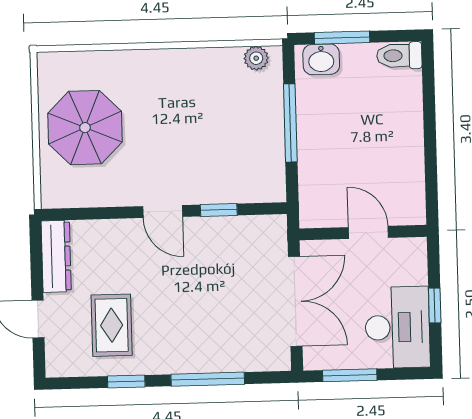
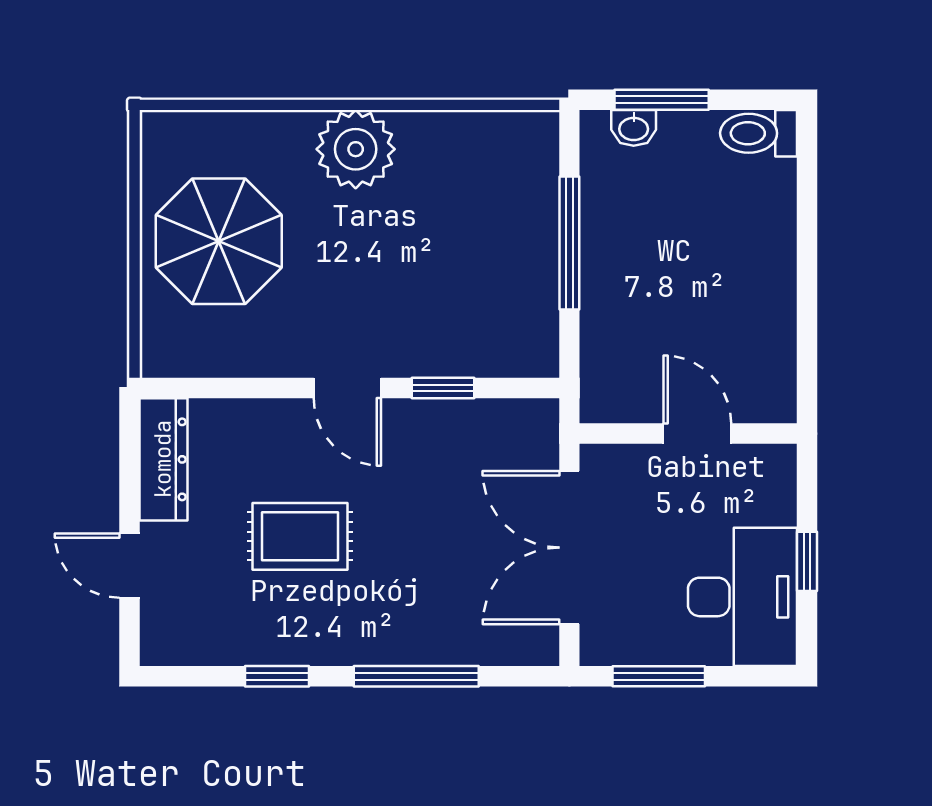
plant: (256, 58) -> (356, 149), moved, width x1.88, depth x1.88
washbasin: (321, 59) -> (634, 128), width x0.72, depth x0.69
double door: (295, 301) -> (569, 548), swing flipped
rug: (112, 325) -> (300, 536), moved, turned 90

